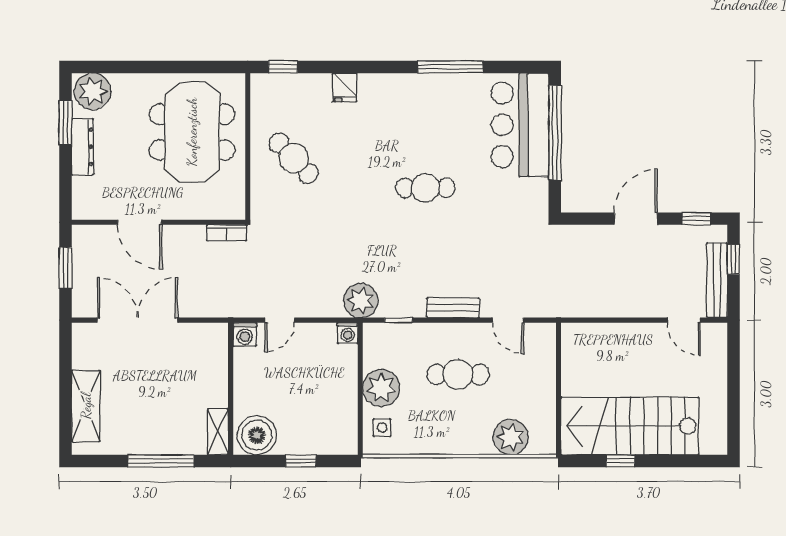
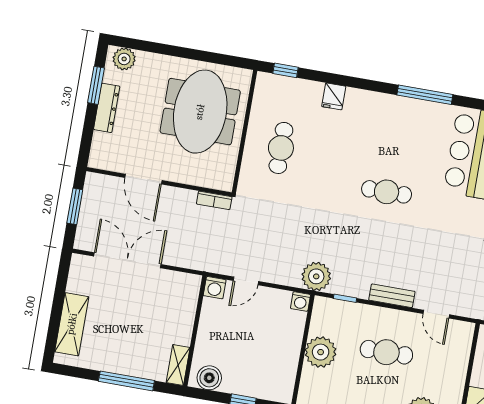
plant: (93, 91) -> (124, 59), width x0.73, depth x0.73
cafe table: (294, 158) -> (281, 148), turned 44
side table: (382, 428) -> (315, 385), removed
boiler: (257, 435) -> (209, 378), width x0.73, depth x0.73

